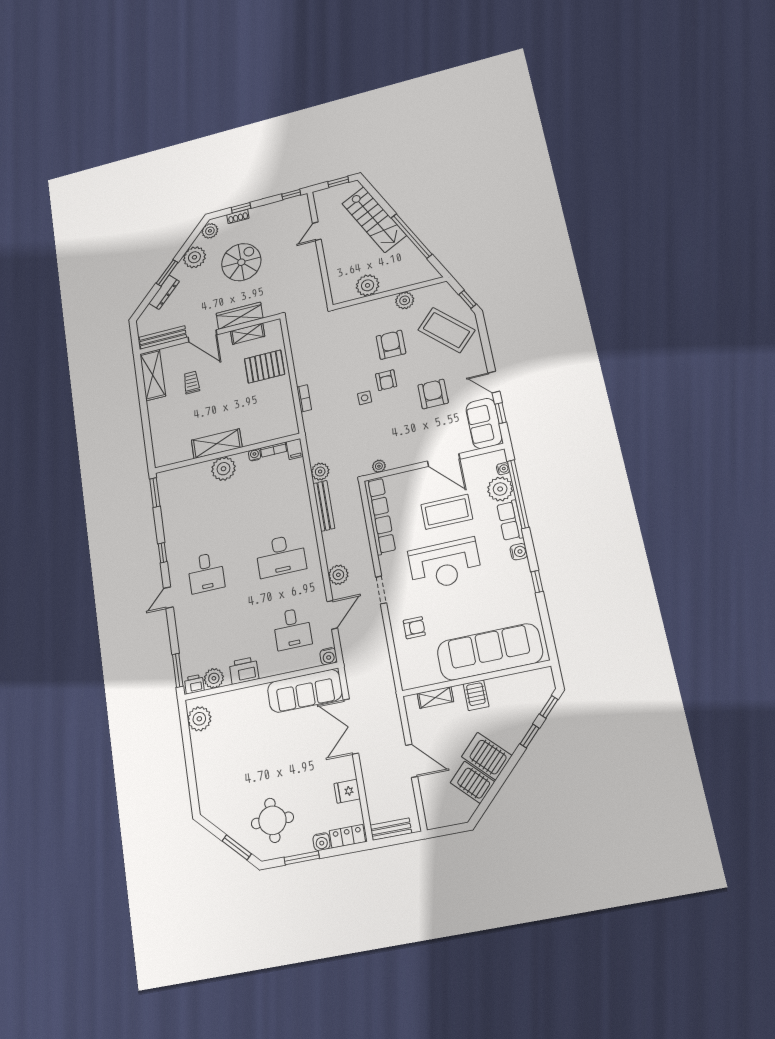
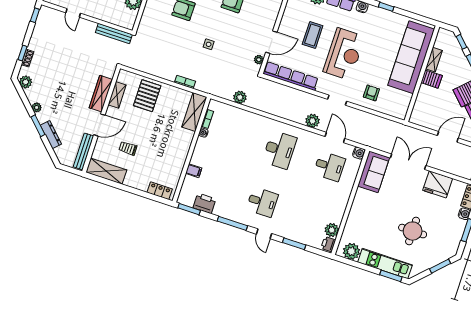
plant: (194, 257) -> (37, 107), width x0.53, depth x0.53
spiral stairs: (241, 262) -> (63, 73), removed
armchair: (386, 380) -> (205, 25), removed
shelving: (217, 444) -> (194, 112), moved
locker: (160, 447) -> (160, 191), added
filing cabinet: (295, 449) -> (194, 171), moved
door: (444, 460) -> (271, 42), moved
plant: (223, 469) -> (200, 157), removed
bench: (324, 506) -> (114, 34), moved
coffee table: (447, 512) -> (313, 35), width x0.73, depth x0.76
window: (162, 553) -> (232, 223), width x2.17
window: (178, 670) -> (294, 244), moved
printer: (244, 670) -> (204, 203), moved, turned 90
sofa: (305, 691) -> (374, 172), width x0.73
shelving: (435, 698) -> (434, 60), moved
double door: (351, 726) -> (408, 162), swing flipped
kitchen unit: (205, 771) -> (385, 264), added
window: (193, 788) -> (391, 276), added
fridge: (347, 791) -> (438, 184), width x1.88, depth x1.34
round table: (272, 820) -> (413, 231), moved

